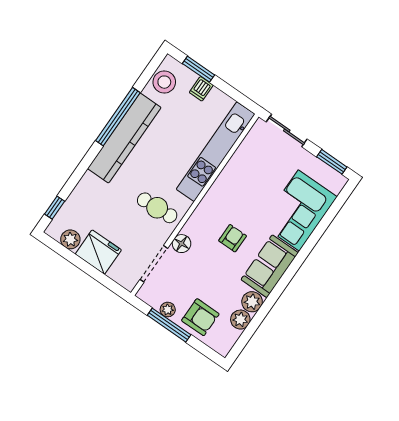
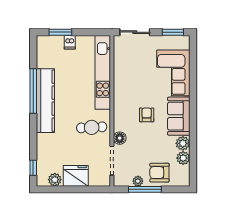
stool: (164, 82) -> (46, 53), removed
armchair: (200, 317) -> (159, 173), turned 180

